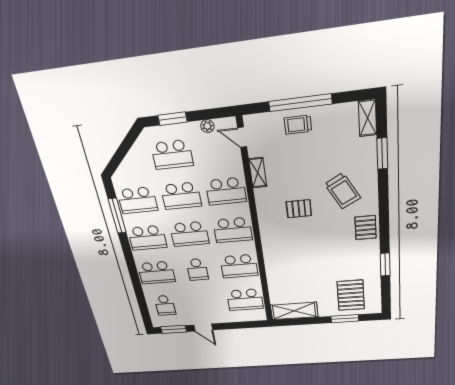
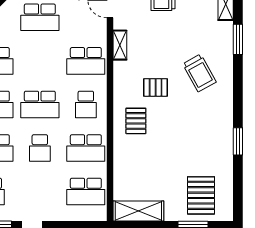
school desk: (181, 196) -> (40, 61), removed
pallet: (366, 228) -> (136, 121), moved
school desk: (233, 230) -> (86, 104), width x0.54
window: (385, 264) -> (238, 141), moved

